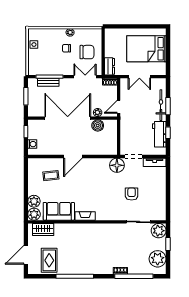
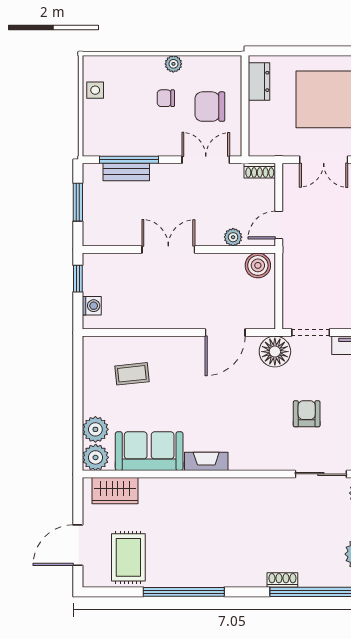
chair: (87, 52) -> (210, 107), turned 180
dresser: (110, 66) -> (259, 81), moved
double door: (68, 118) -> (168, 250), width x0.54
boiler: (98, 125) -> (258, 265), moved
door: (73, 157) -> (225, 333), moved

